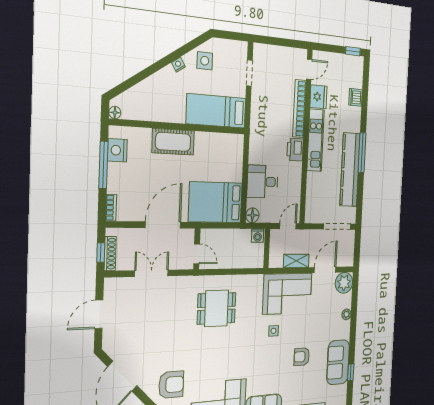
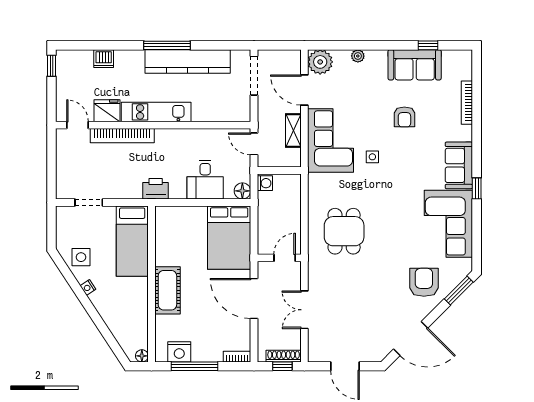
printer: (295, 150) -> (156, 189), moved, turned 180

